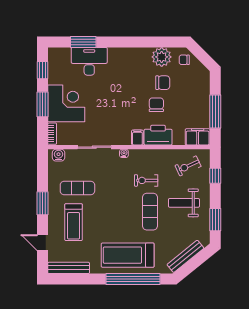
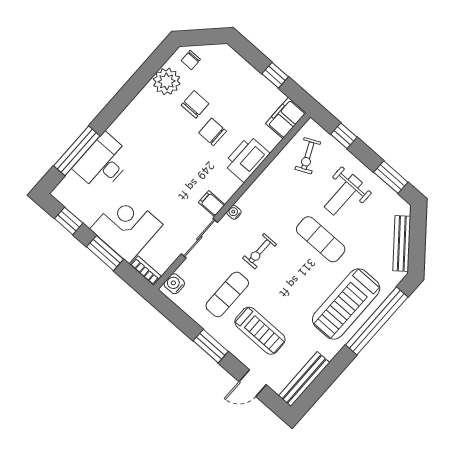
window: (83, 42) -> (77, 151), width x1.44
window: (215, 111) -> (275, 75), width x0.46
filing cabinet: (137, 137) -> (212, 203), moved
exercise bike: (146, 180) -> (260, 251), moved

